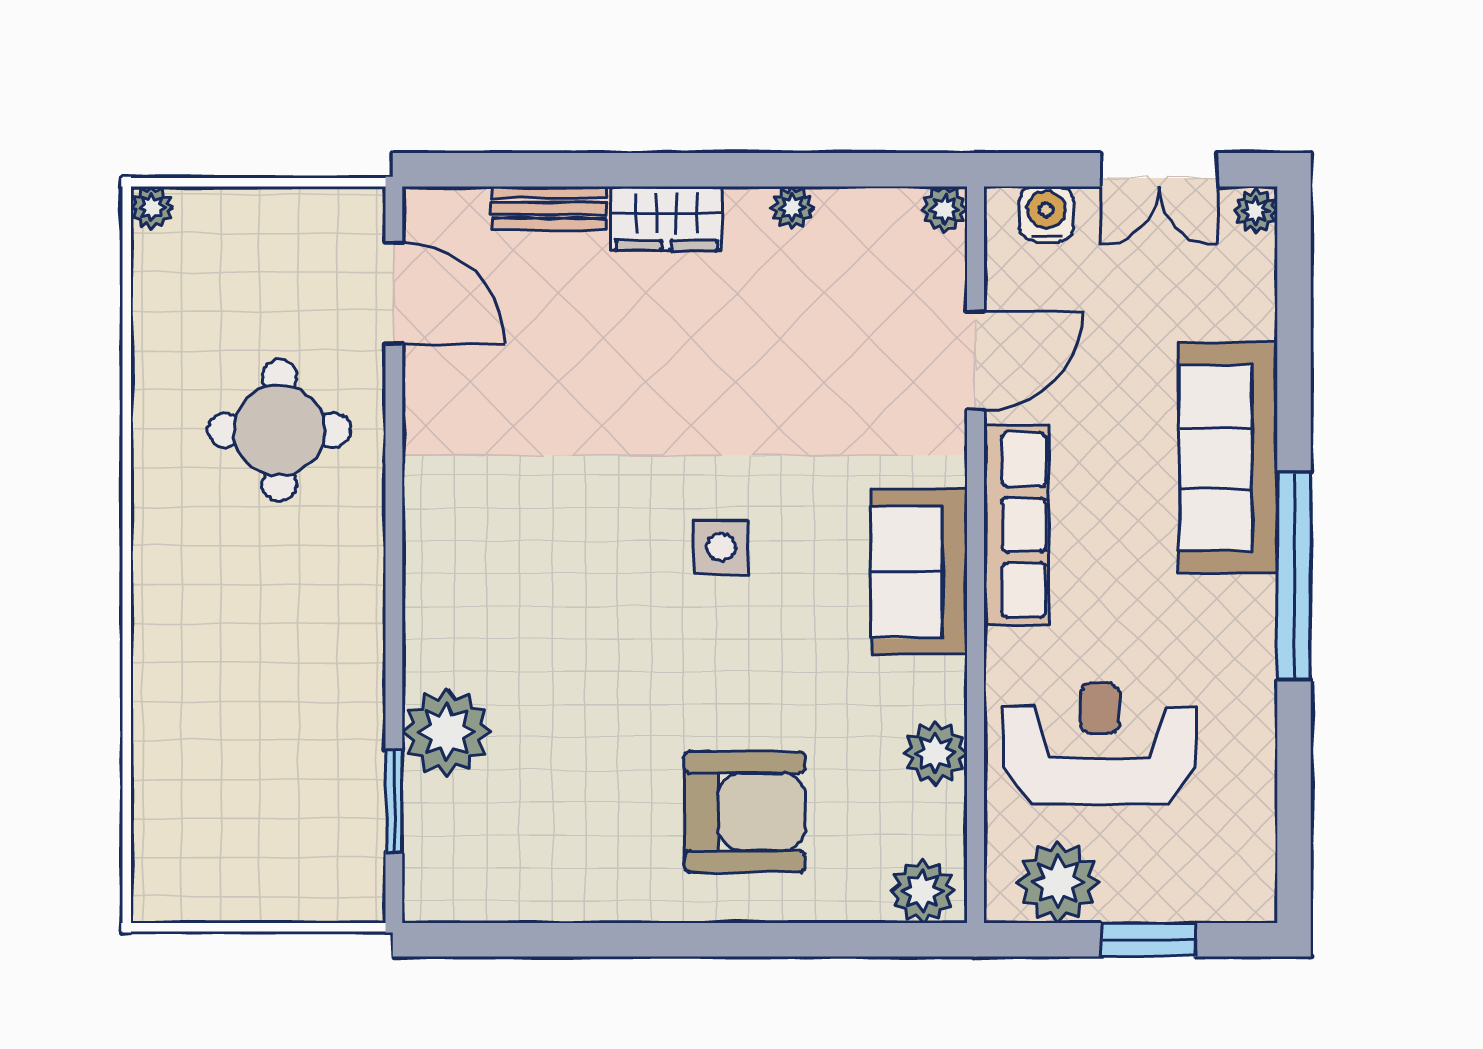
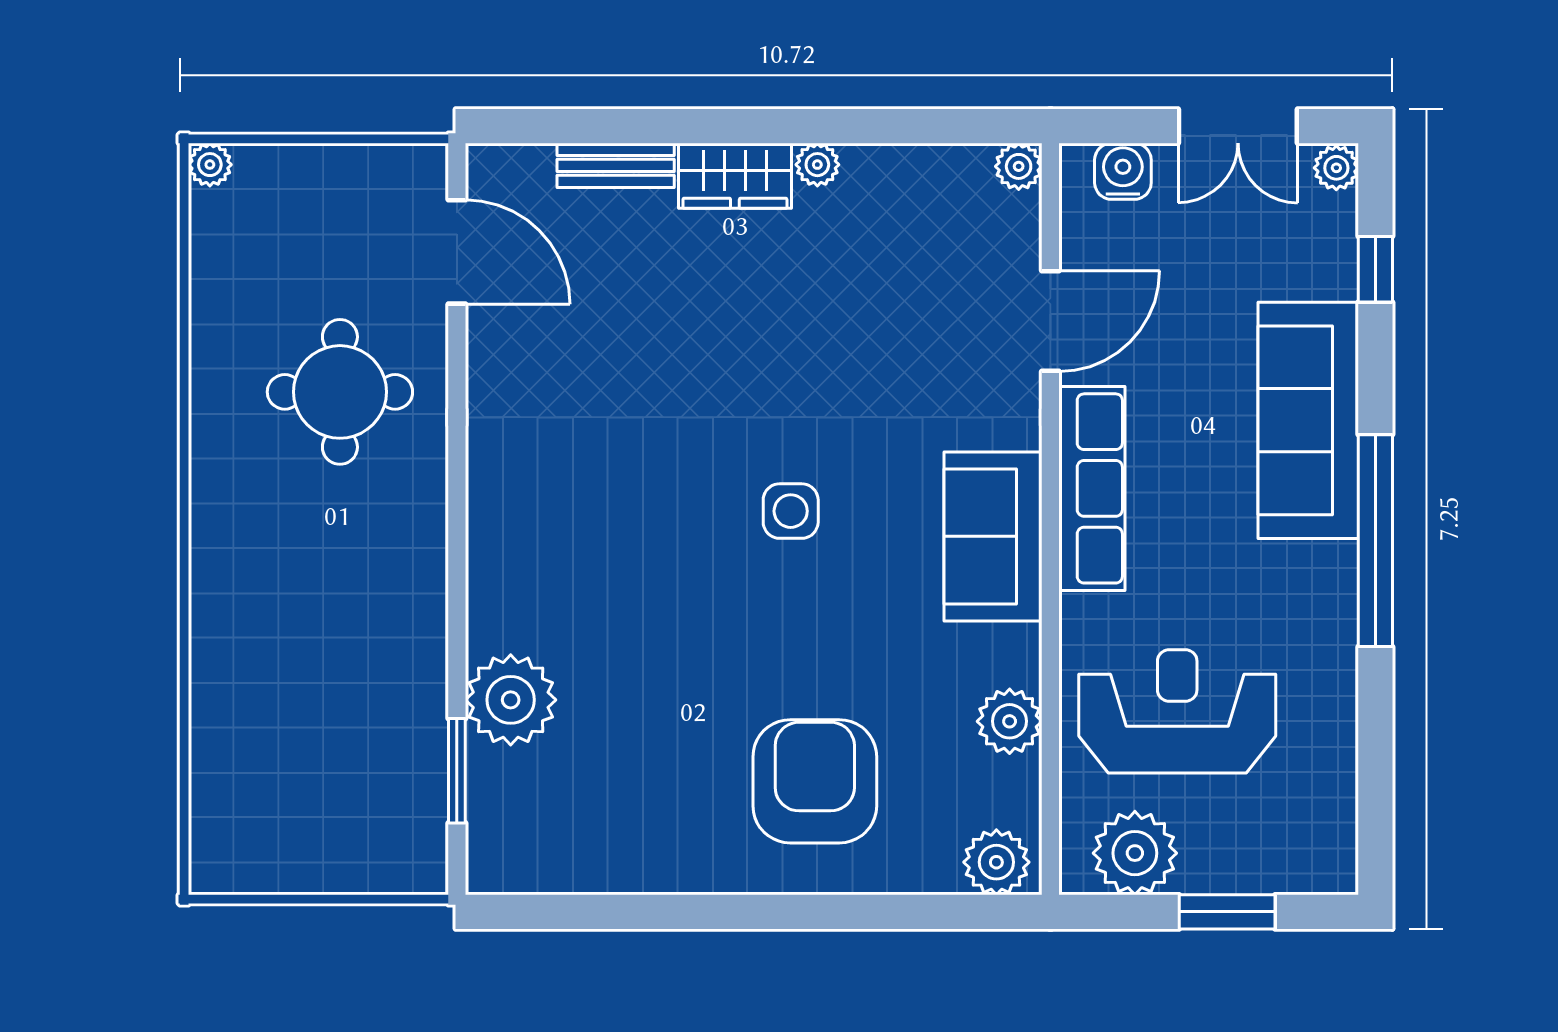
plant: (792, 207) -> (817, 165), moved
window: (1294, 310) -> (1375, 269), added
armchair: (745, 812) -> (815, 781), turned -90

